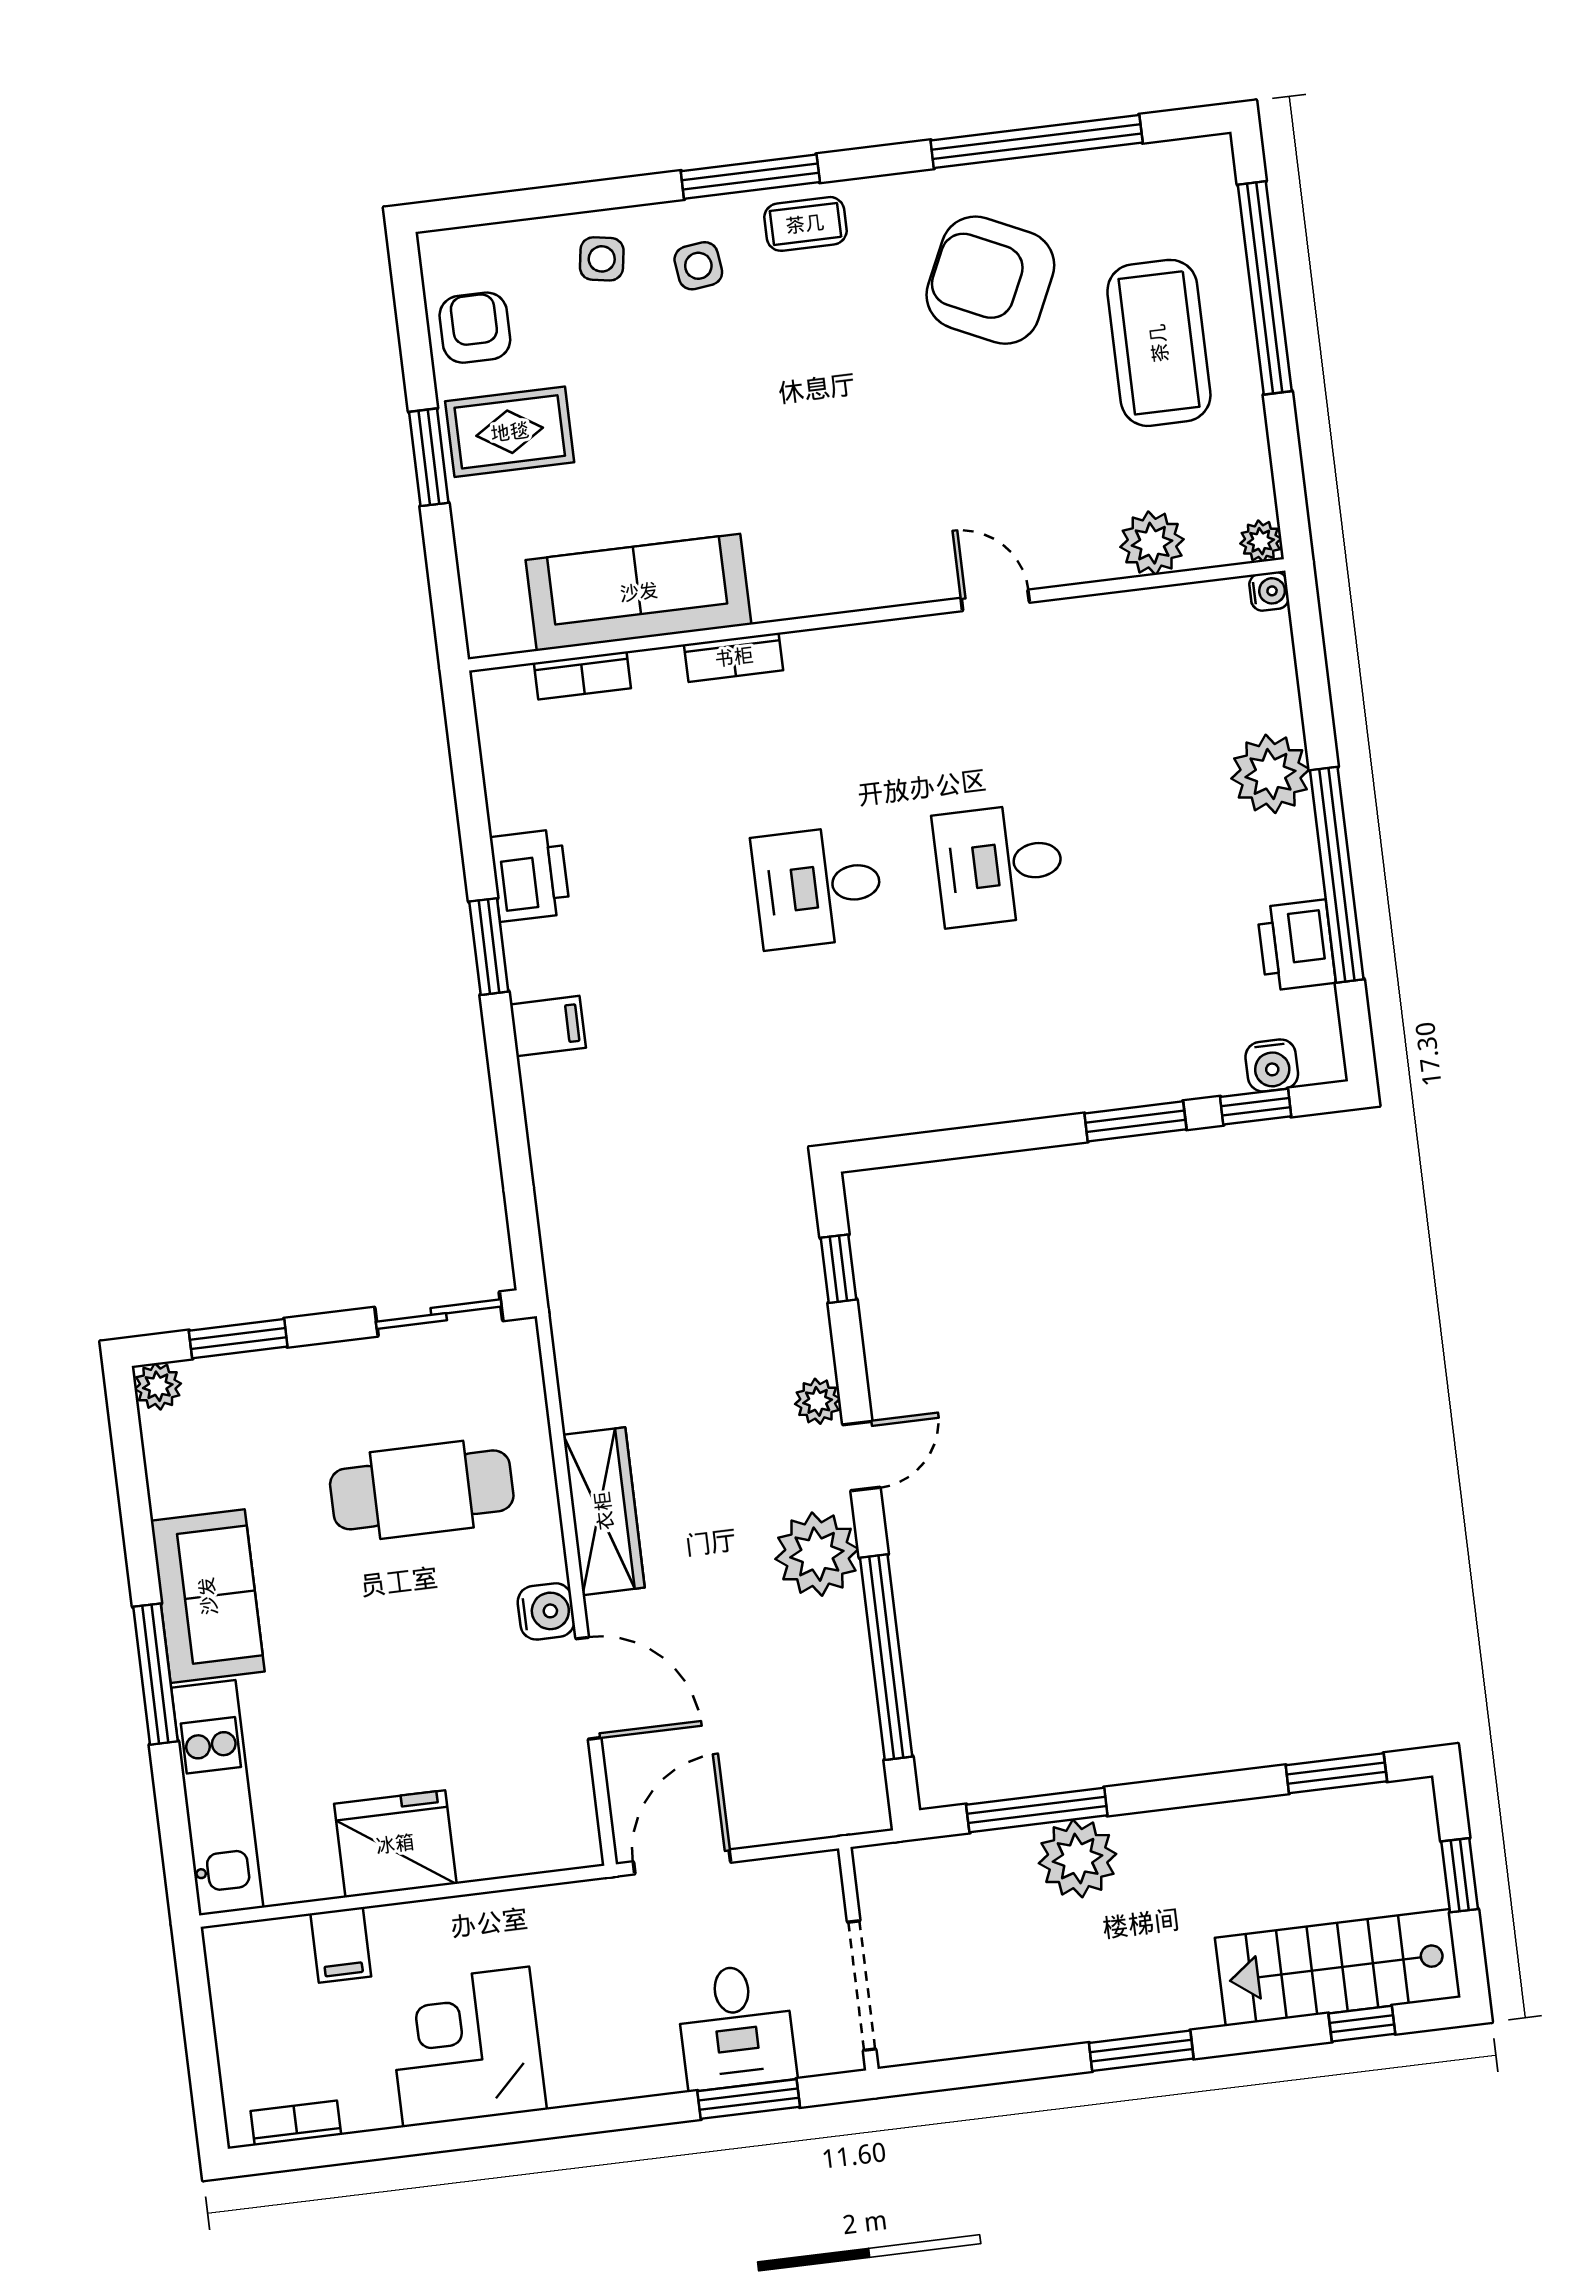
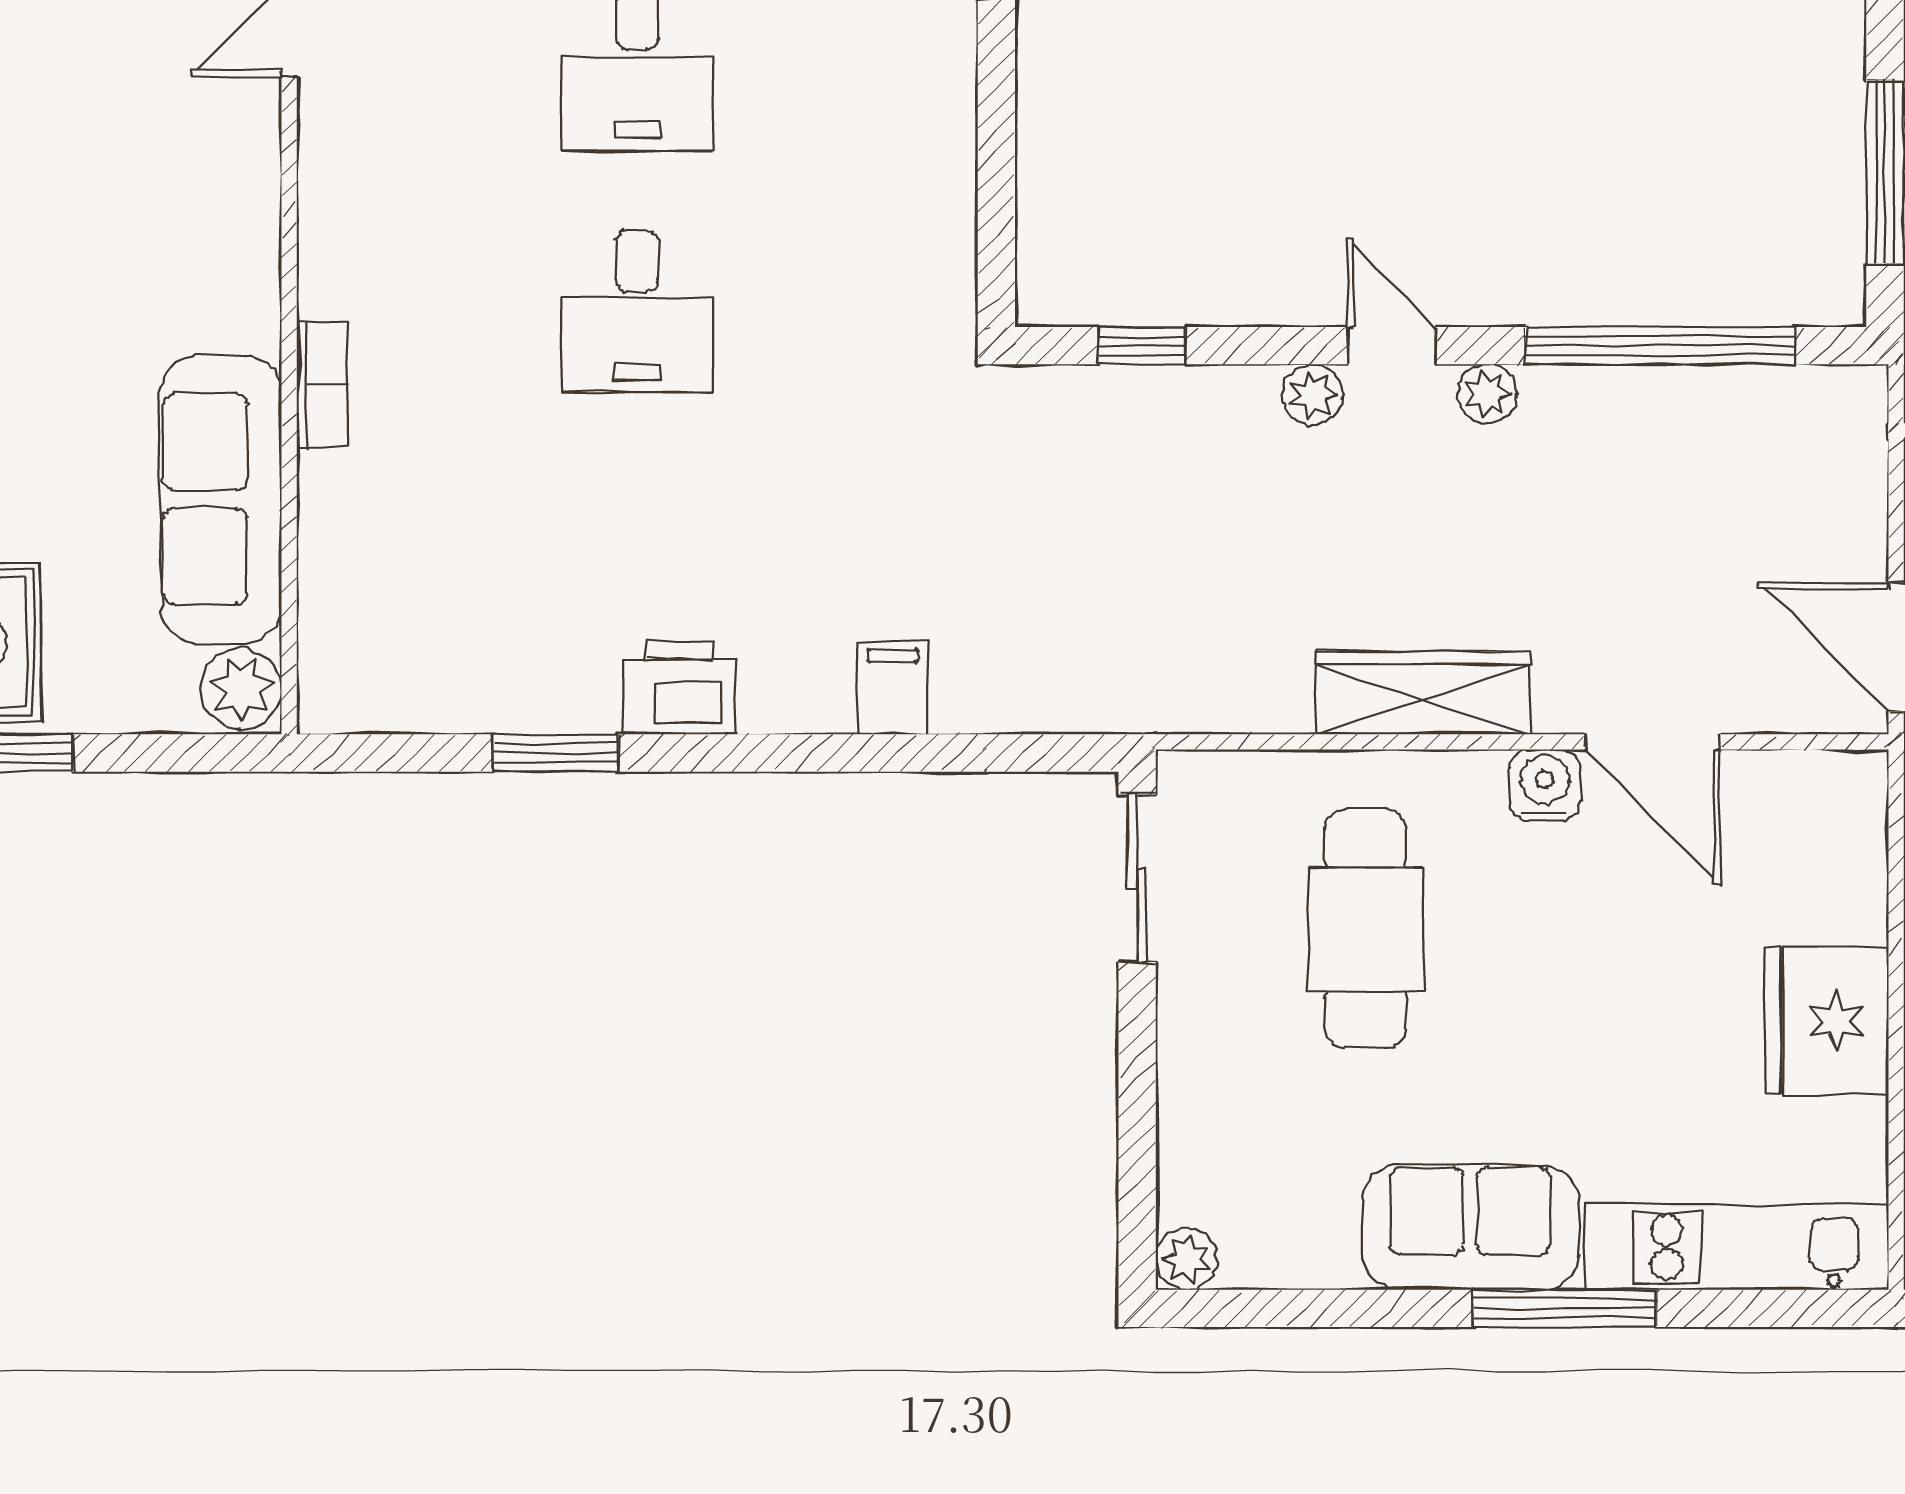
plant: (498, 625) -> (241, 689), added
bookcase: (582, 675) -> (321, 586), removed
printer: (530, 875) -> (679, 688), moved
window: (489, 947) -> (556, 753), moved
filing cabinet: (548, 1026) -> (892, 688), moved
window: (238, 1339) -> (1137, 1146), removed
plant: (817, 1554) -> (1487, 394), width x0.53, depth x0.53
door: (588, 1688) -> (1653, 742), swing flipped

